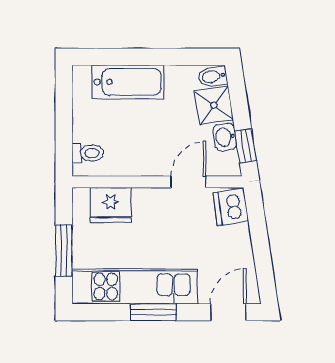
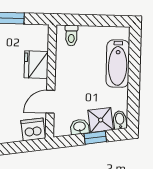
window: (246, 146) -> (95, 138), moved
door: (188, 182) -> (50, 102), swing flipped
fridge: (111, 205) -> (36, 65), moved

